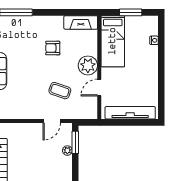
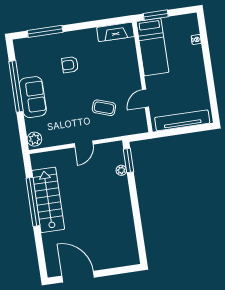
window: (131, 12) -> (156, 15), moved
armchair: (53, 48) -> (70, 65), moved
plant: (88, 65) -> (130, 77), removed
door: (52, 121) -> (84, 144), moved

